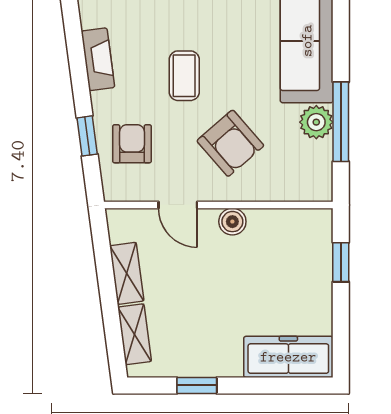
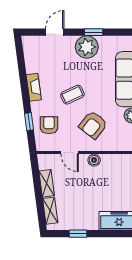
coffee table: (184, 76) -> (72, 95), turned 65
armchair: (230, 143) -> (93, 125), turned 79

